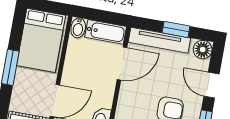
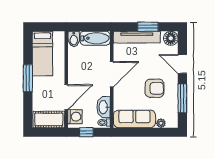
bed: (41, 40) -> (42, 54), width x0.67
door: (122, 64) -> (112, 74), moved

